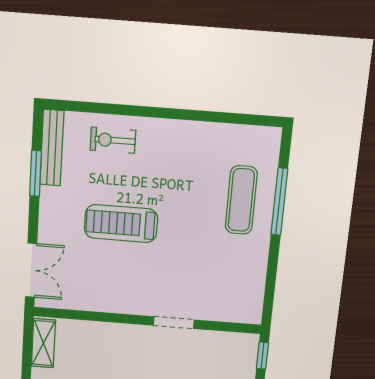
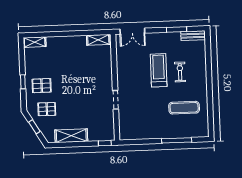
exercise bike: (113, 140) -> (180, 72), moved
bench: (52, 148) -> (193, 36), width x0.73
exercise mat: (241, 200) -> (184, 108), moved

